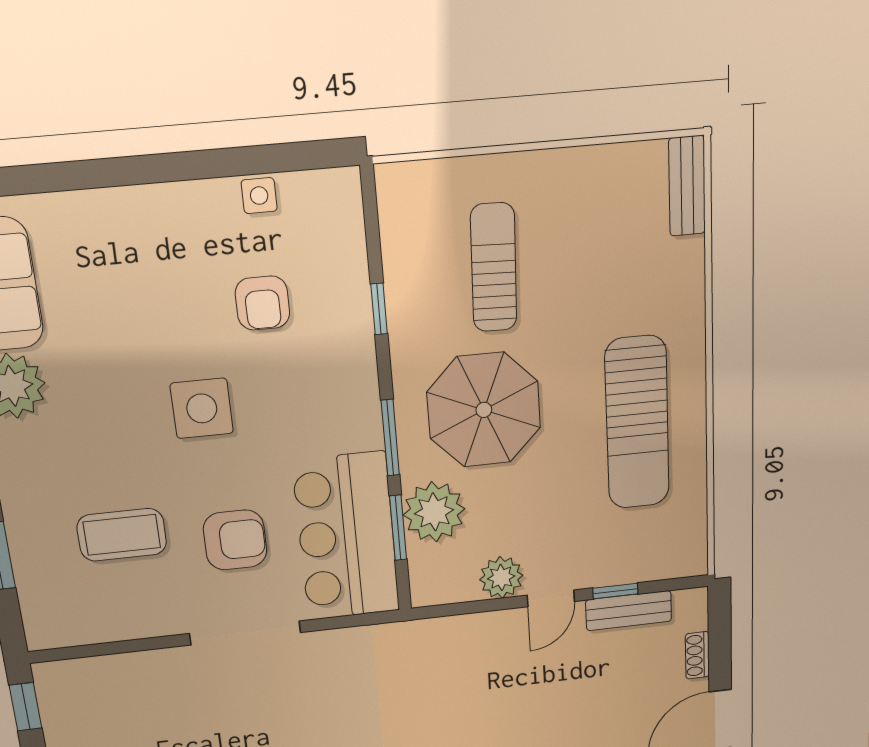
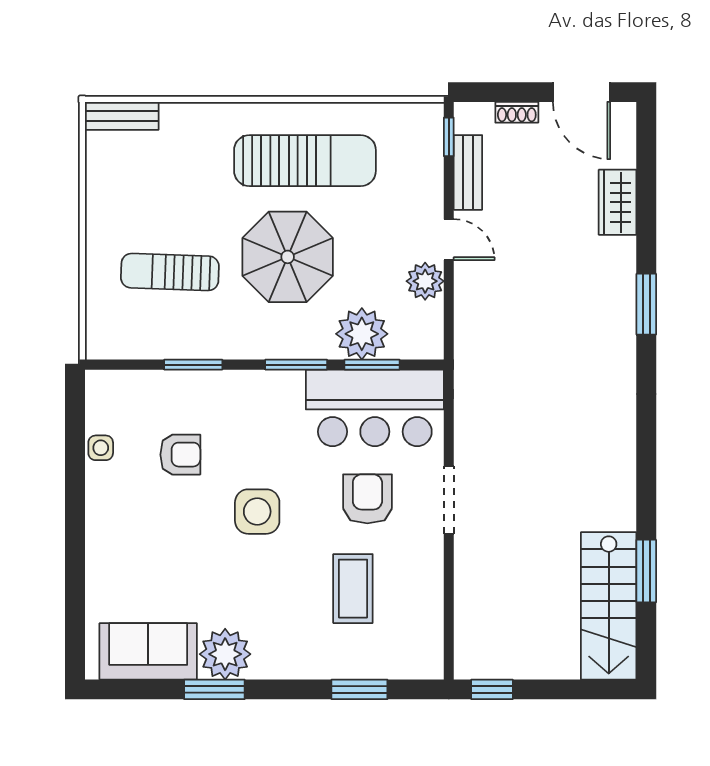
window: (379, 309) -> (193, 365), width x1.50
parasol: (484, 410) -> (288, 257), moved
window: (615, 591) -> (449, 137), moved
doorway: (245, 633) -> (449, 500), width x0.73

